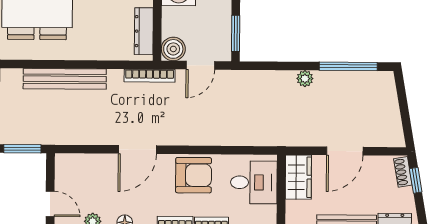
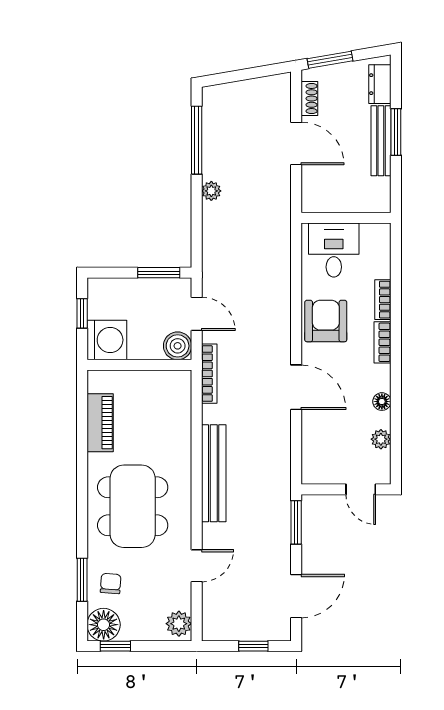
dresser: (144, 31) -> (157, 381), removed
shoe rack: (403, 172) -> (309, 99), moved, turned -80
wardrobe: (298, 177) -> (327, 198), removed
window: (416, 180) -> (330, 60), width x1.50
door: (50, 204) -> (361, 489), swing flipped

